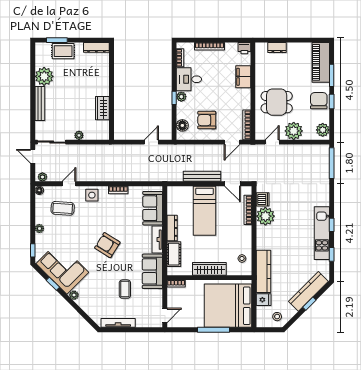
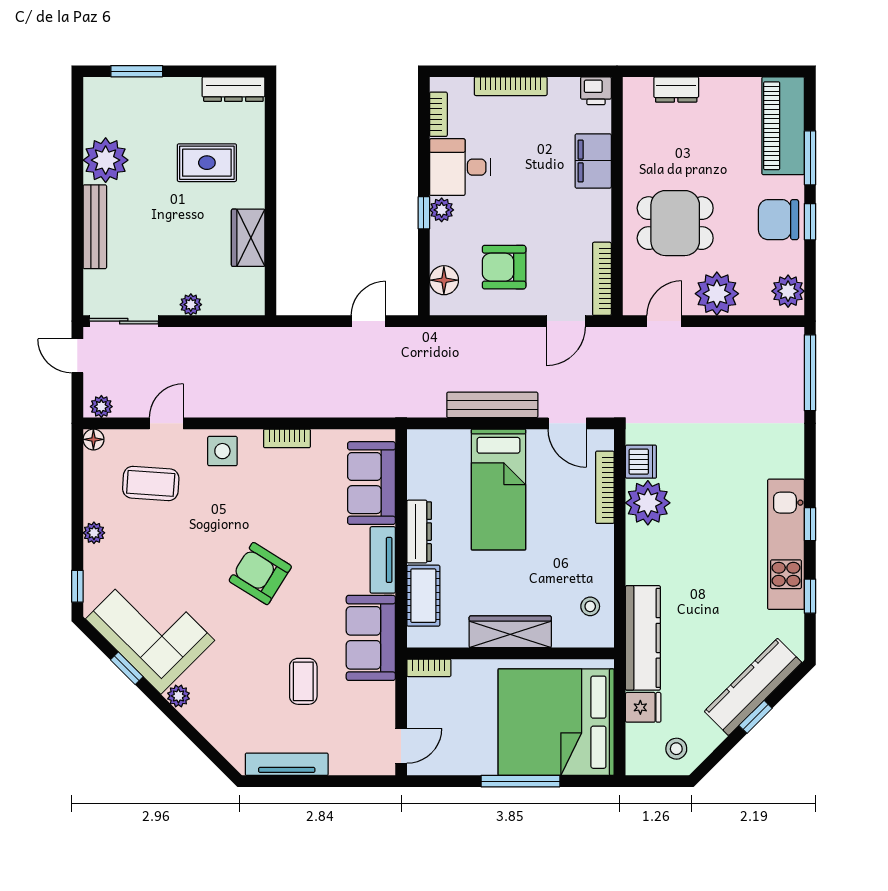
rug: (63, 51) -> (207, 163), moved
chair: (319, 101) -> (779, 220), turned -90

